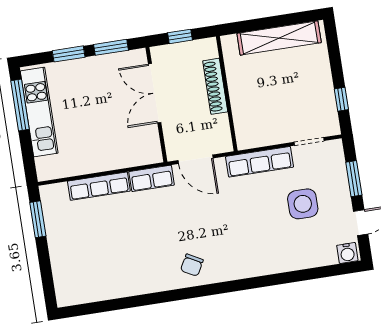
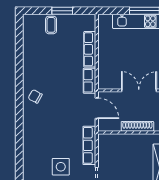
door: (195, 159) -> (97, 108), swing flipped
window: (38, 219) -> (62, 11), moved
coffee table: (68, 257) -> (51, 25), added

